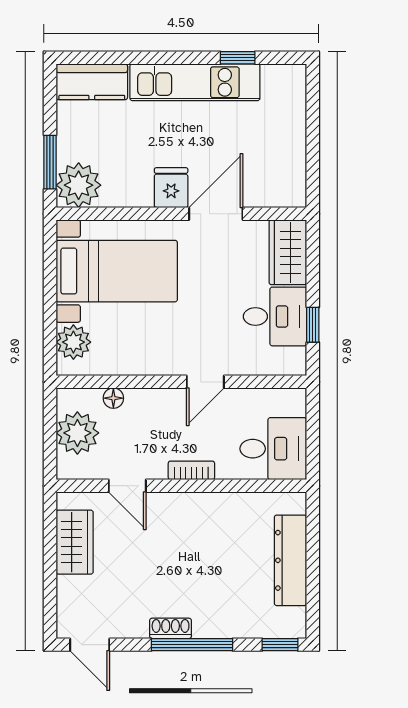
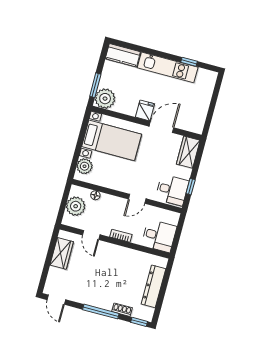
desk: (275, 316) -> (172, 190), moved
shoe rack: (171, 628) -> (122, 310), moved

